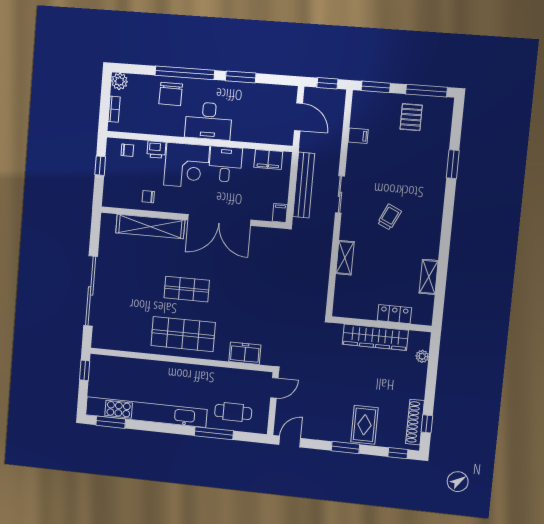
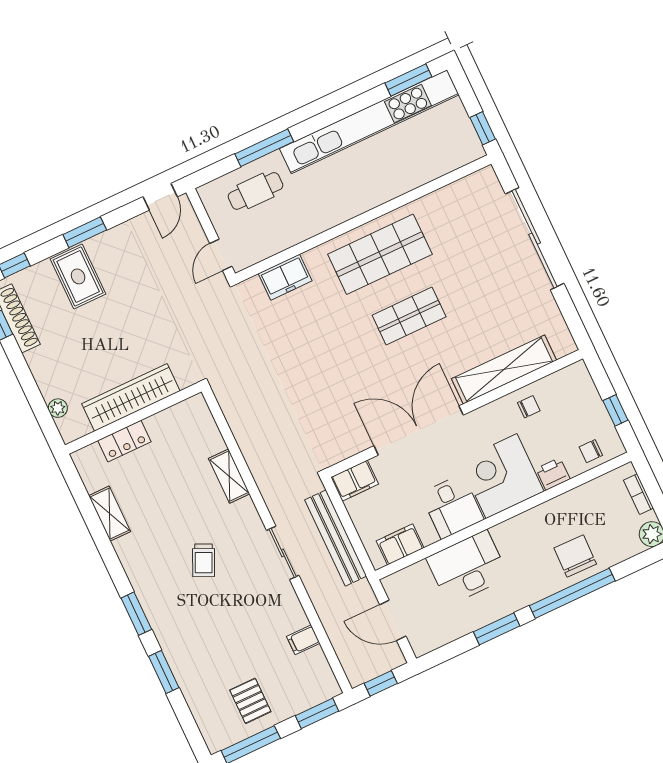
desk: (208, 121) -> (468, 568), moved
window: (448, 208) -> (136, 614), added
filing cabinet: (280, 213) -> (355, 481), width x2.00

